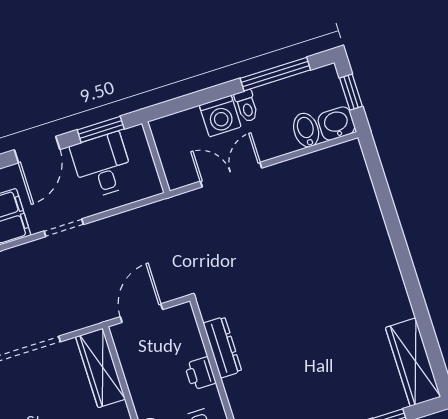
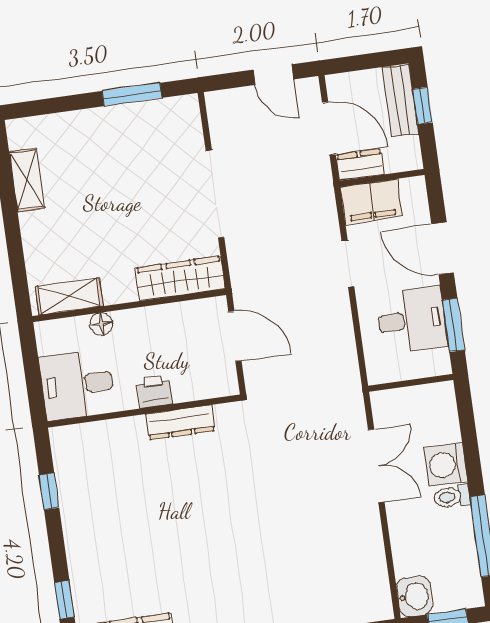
bidet: (306, 130) -> (413, 560), removed

